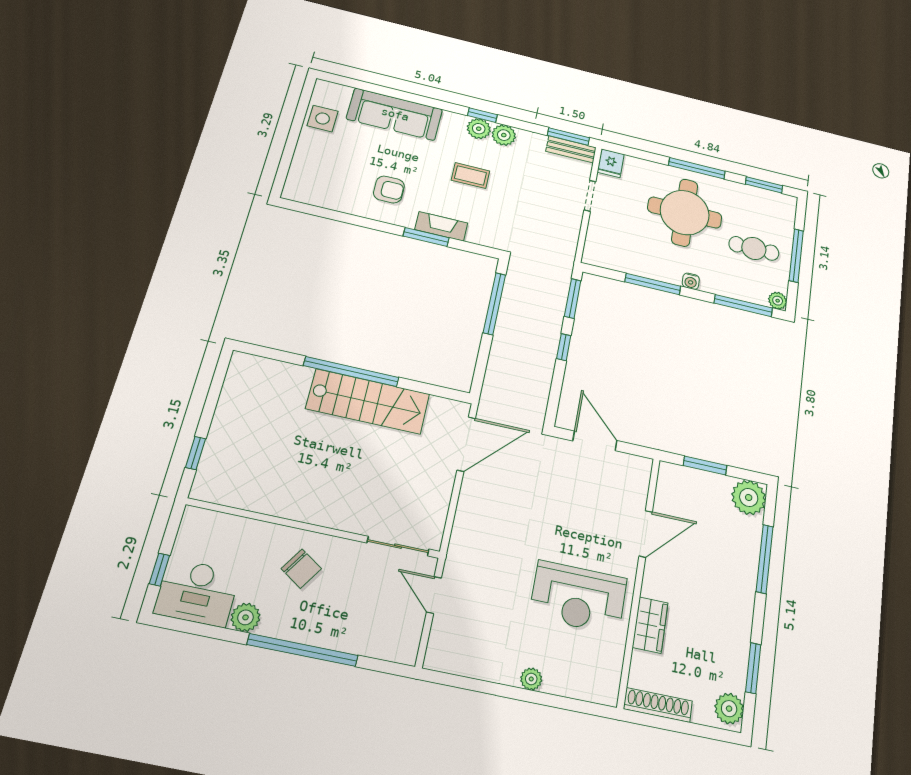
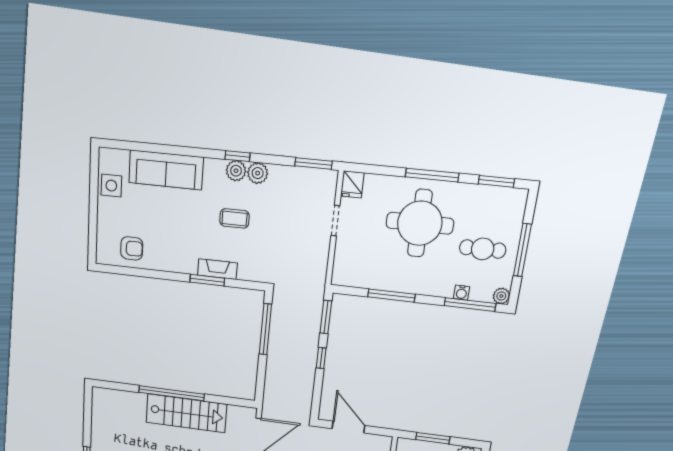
bench: (571, 149) -> (317, 177), removed
armchair: (389, 190) -> (132, 248), moved
water cooler: (691, 281) -> (462, 293), moved

